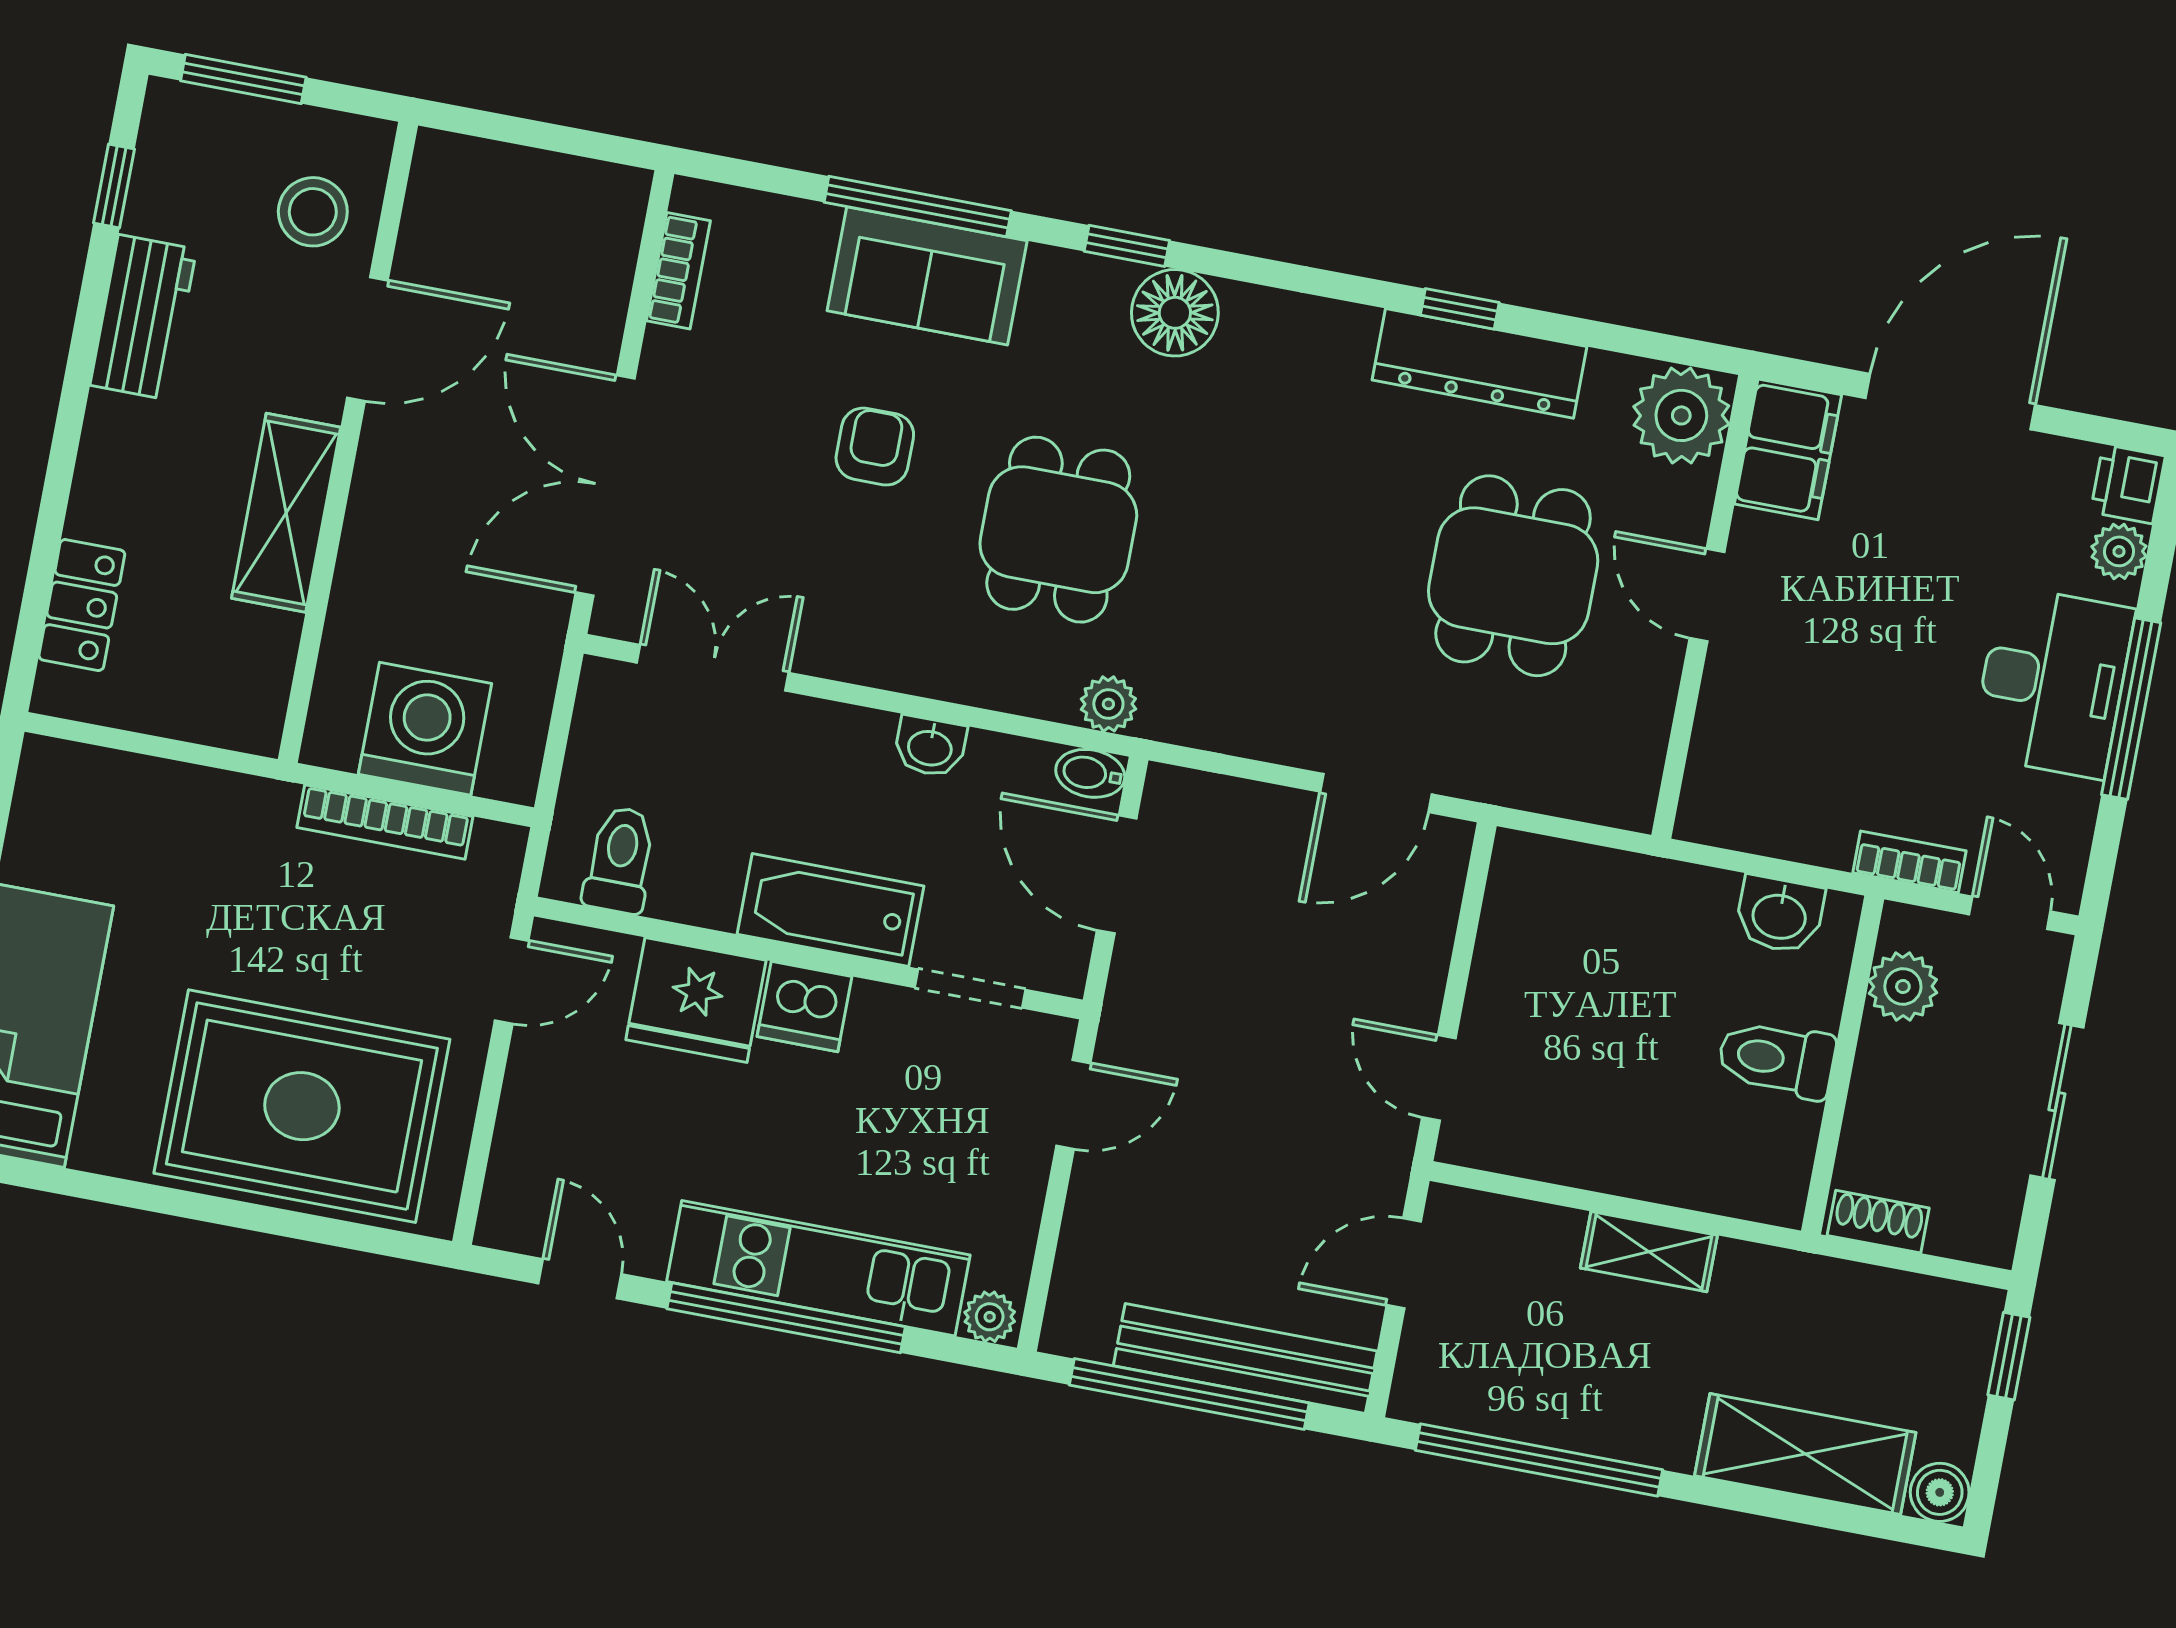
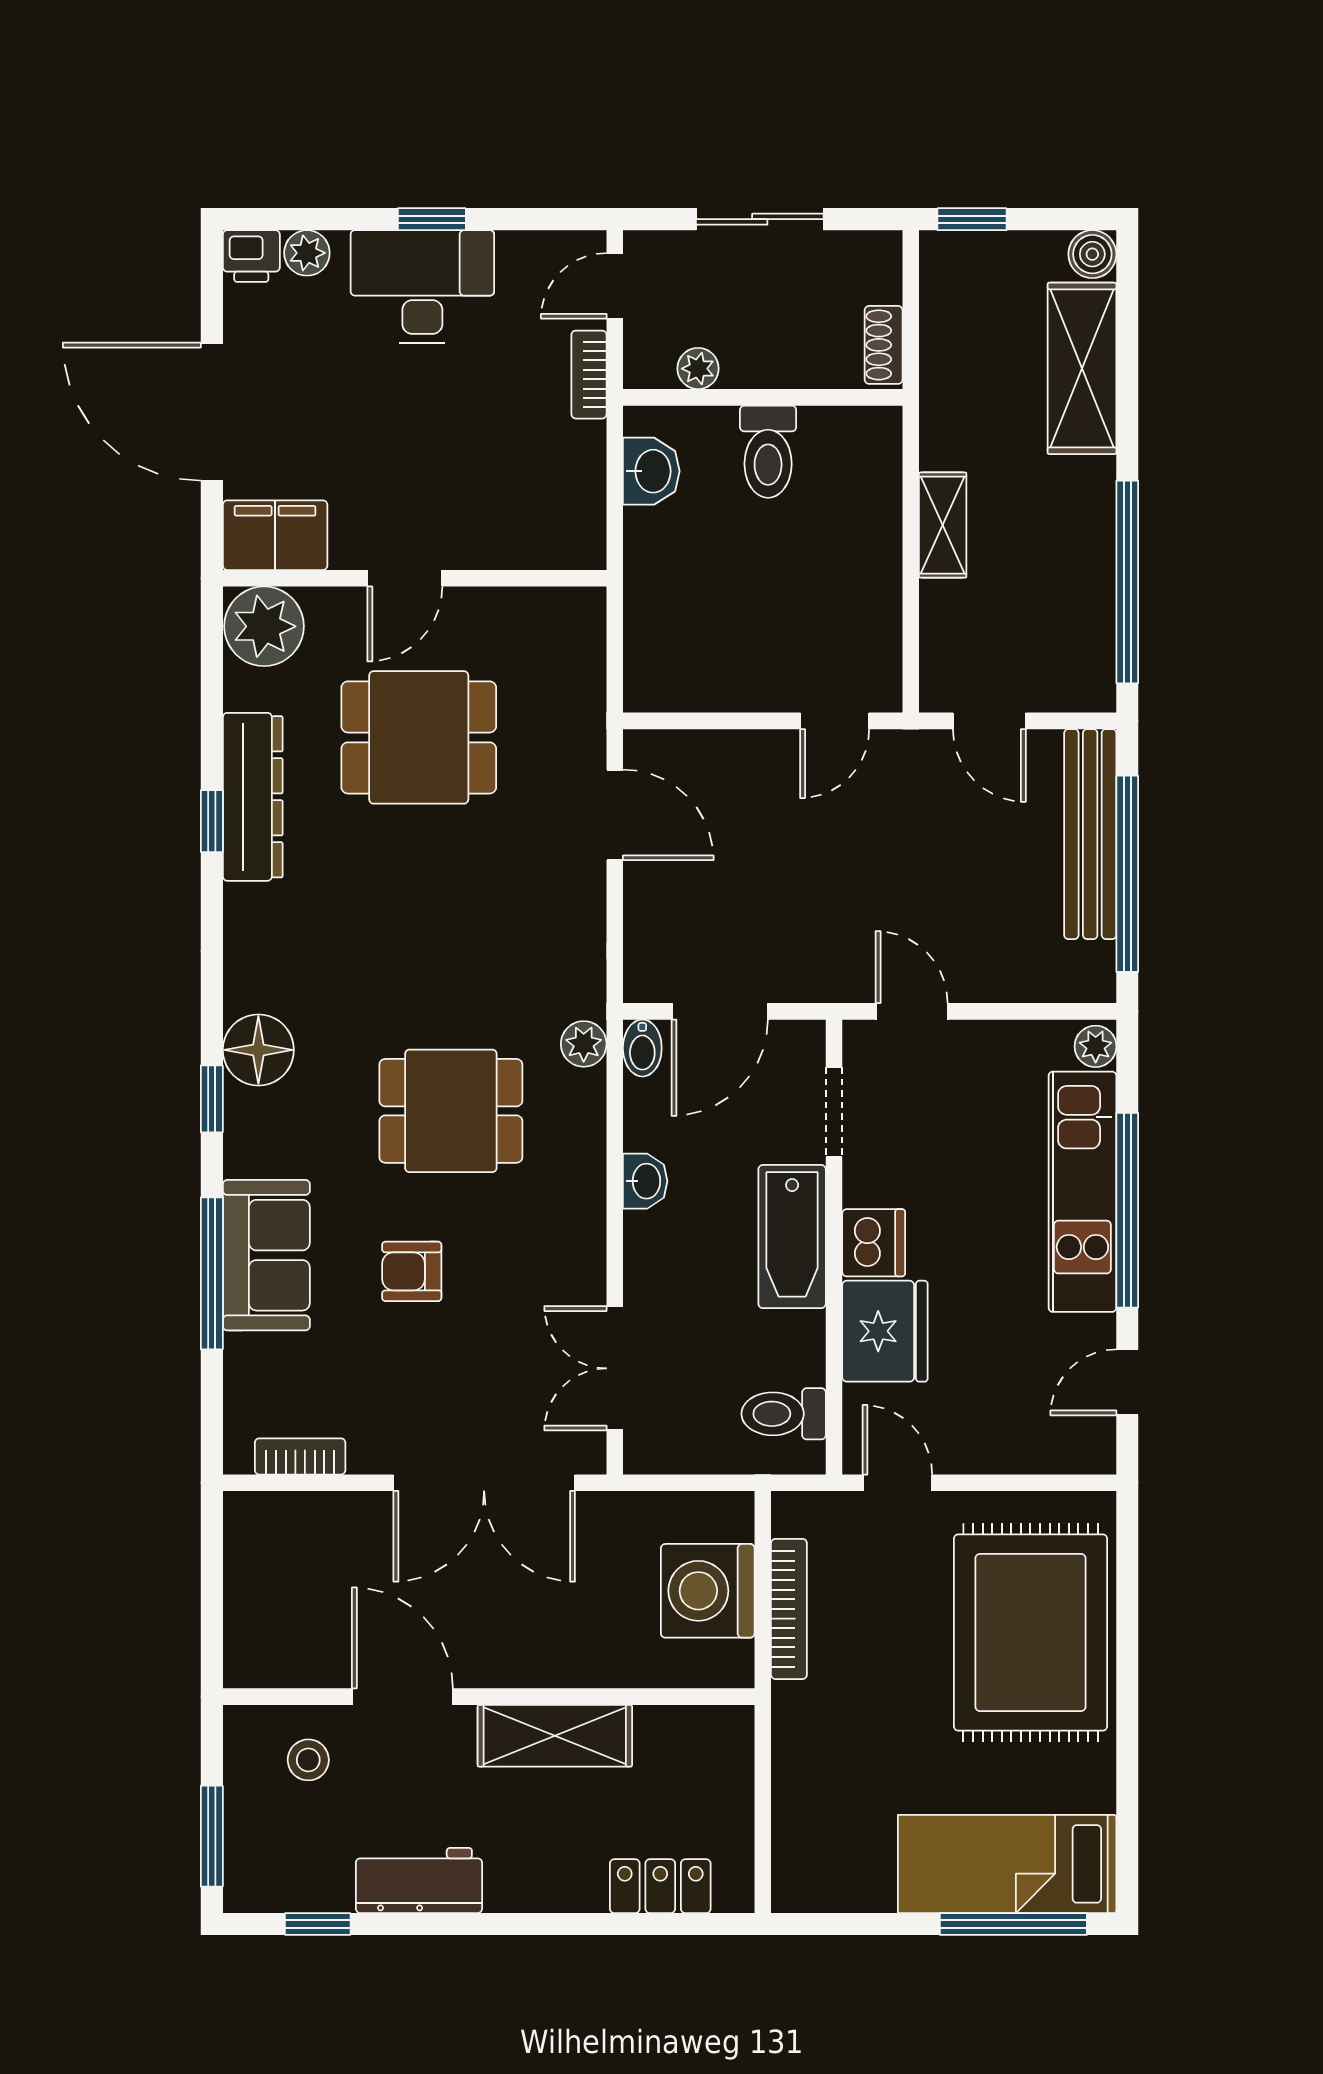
stool: (313, 212) -> (308, 1760), width x0.73, depth x0.73
window: (2131, 709) -> (432, 219), width x0.46
plant: (1903, 987) -> (698, 369), width x0.73, depth x0.73

